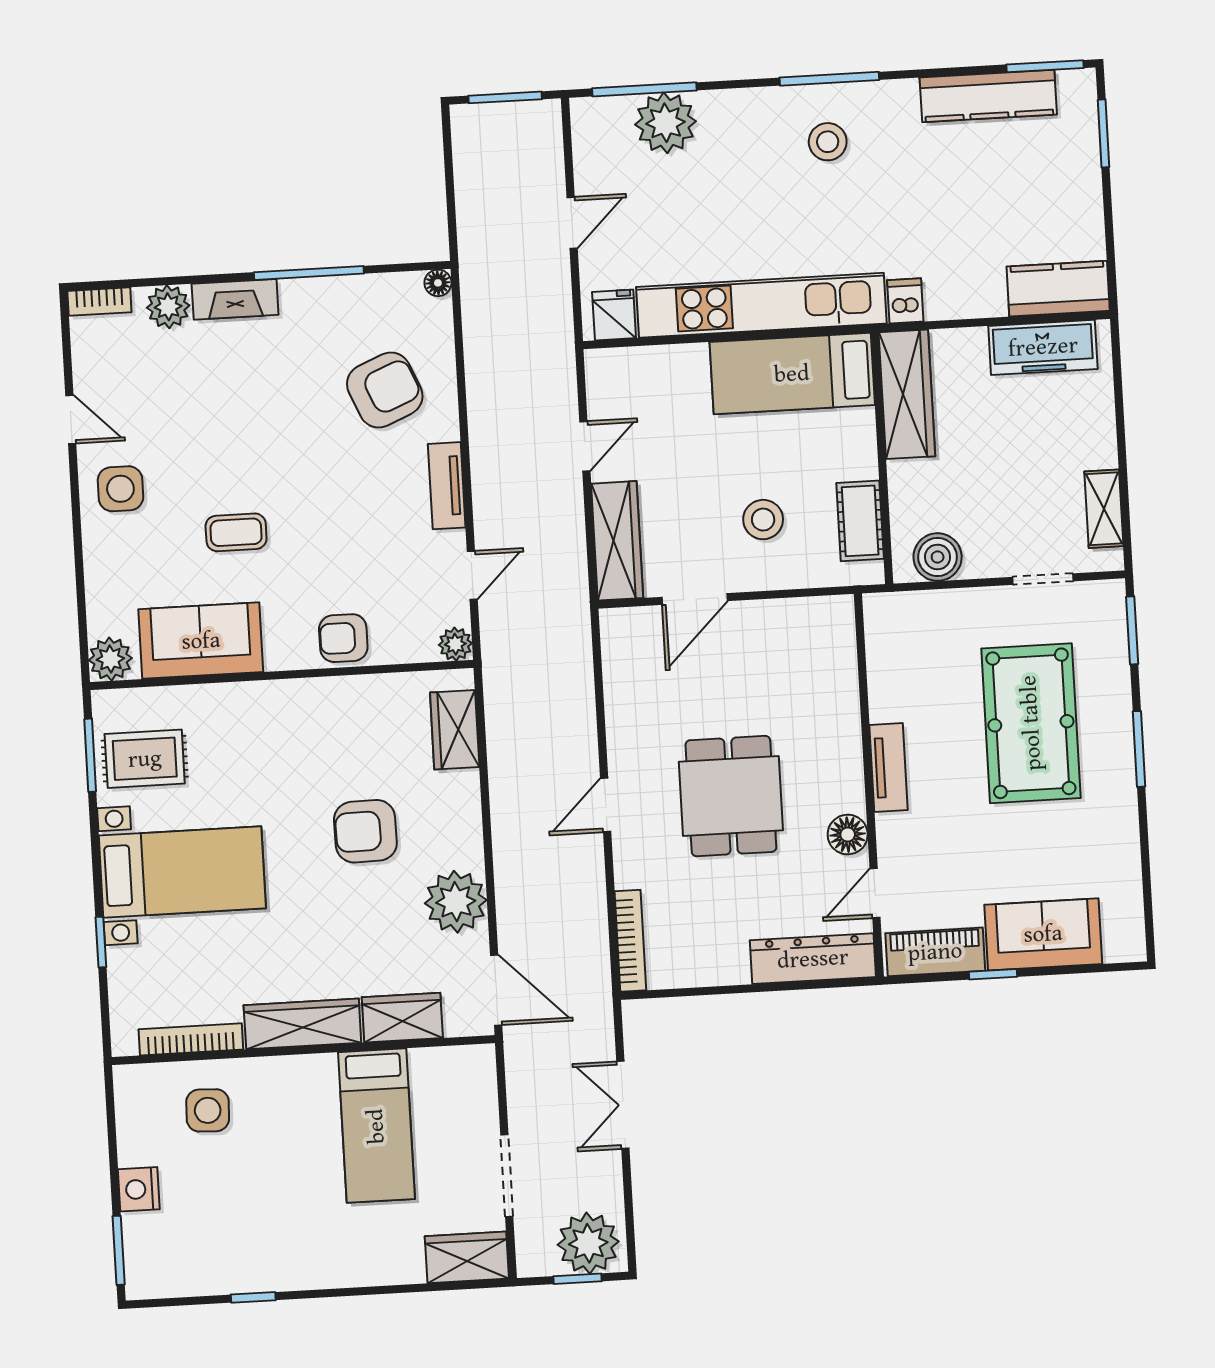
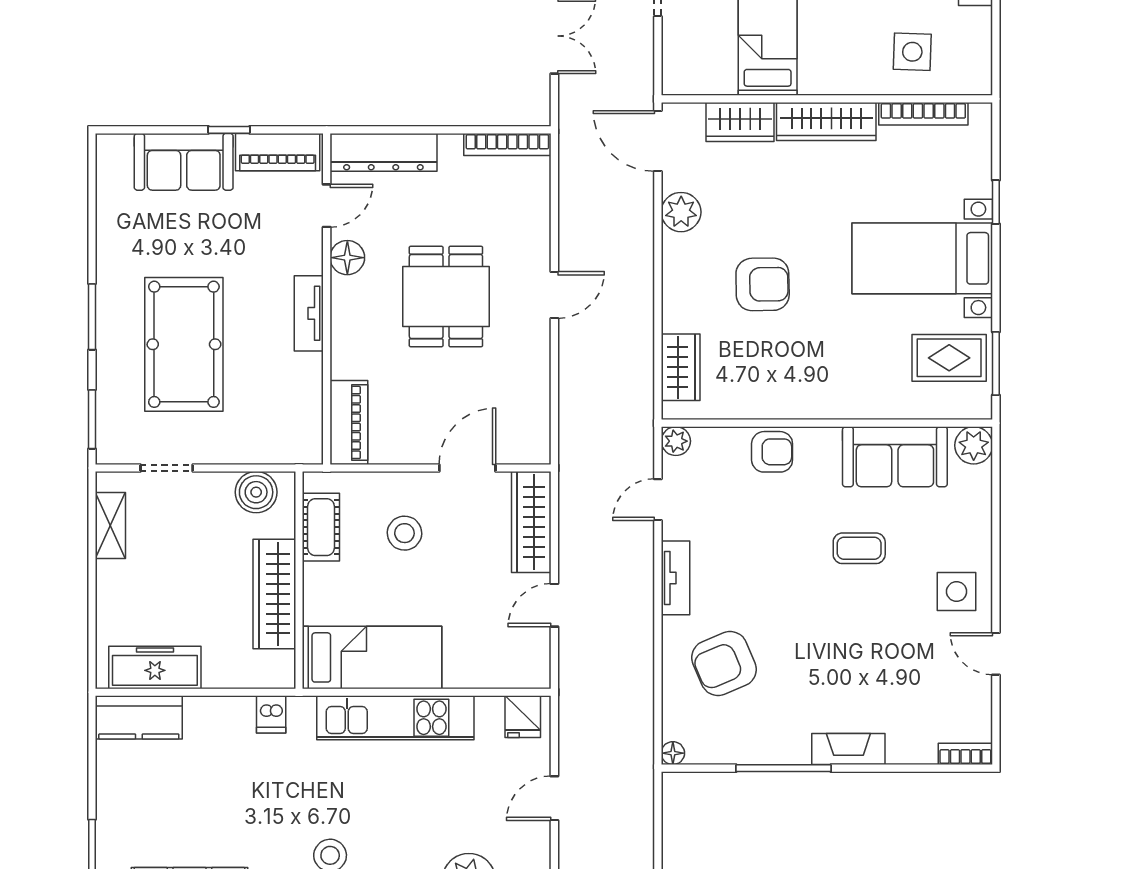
kitchen unit: (761, 305) -> (395, 718), width x0.73
plant: (168, 307) -> (906, 746), removed
wardrobe: (907, 394) -> (274, 594), moved
piano: (835, 644) -> (349, 422), added
plant: (456, 902) -> (681, 212), width x0.73, depth x0.73
bookcase: (630, 941) -> (507, 144), moved, turned -90

